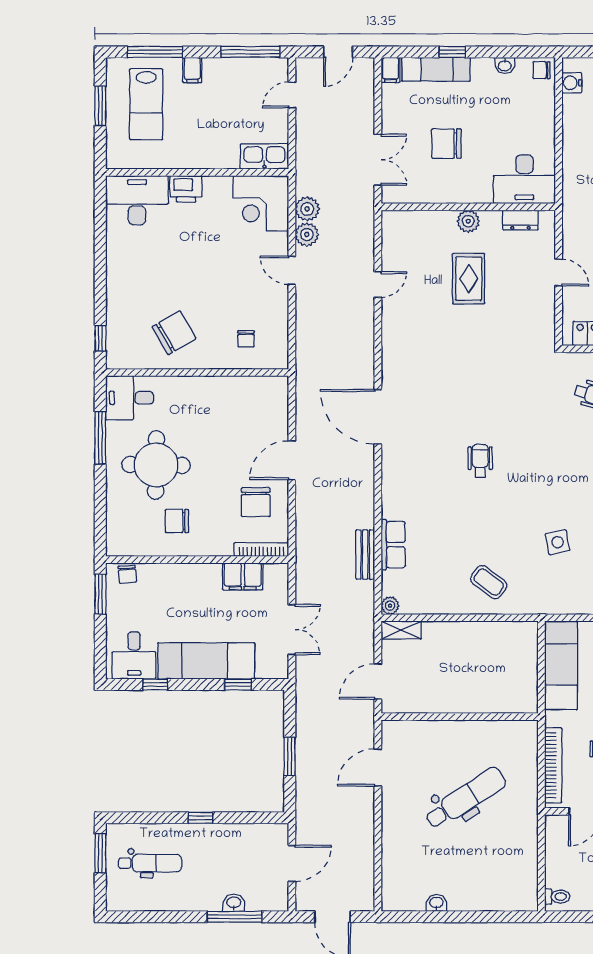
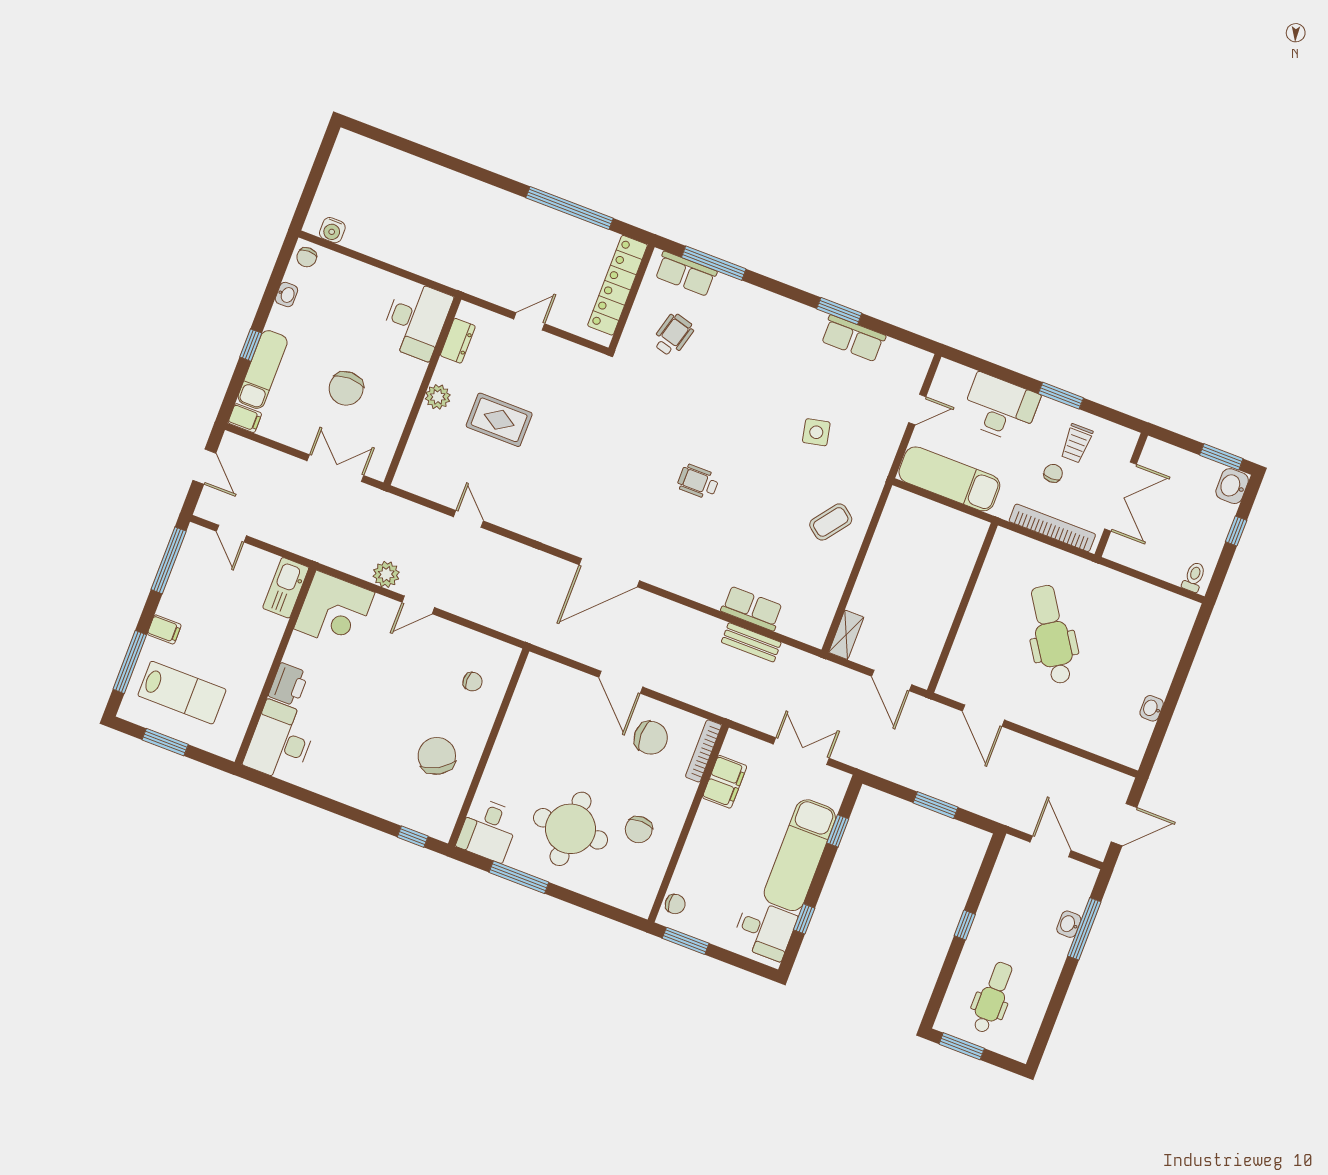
plant: (307, 209) -> (359, 564), removed
plant: (390, 606) -> (816, 637), removed

